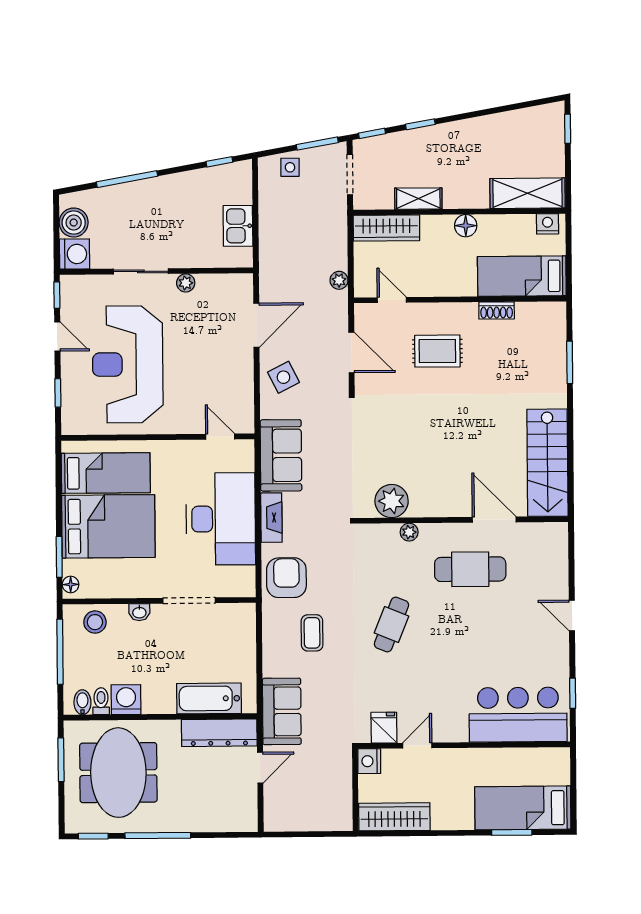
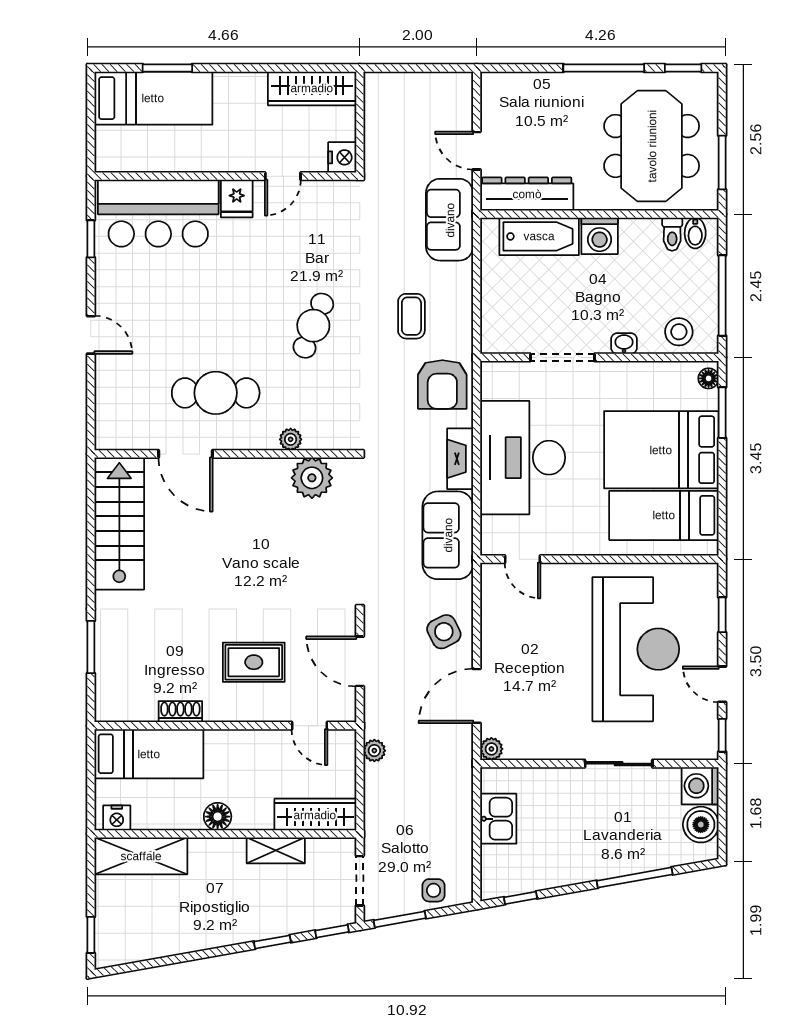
plant: (186, 283) -> (491, 749), moved
washing machine: (126, 700) -> (600, 236), moved
fridge: (384, 728) -> (237, 199), moved
door: (260, 768) -> (477, 151), hinge flipped

